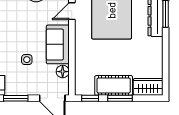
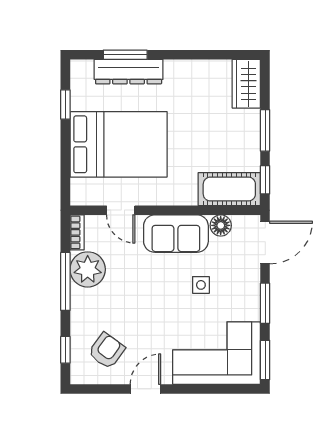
cot: (114, 85) -> (229, 189), moved, turned 90

